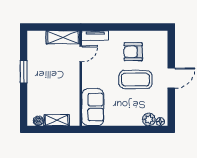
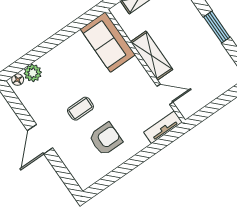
shelving: (63, 37) -> (152, 56), moved, turned 90
door: (81, 54) -> (165, 94), swing flipped
coffee table: (136, 80) -> (80, 109), width x0.54, depth x0.58

